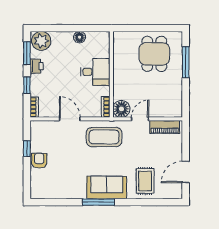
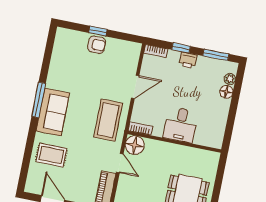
floor lamp: (80, 37) -> (226, 92), moved
plant: (41, 41) -> (230, 79), width x0.53, depth x0.53
printer: (37, 66) -> (188, 60), moved
window: (27, 149) -> (98, 31), moved

